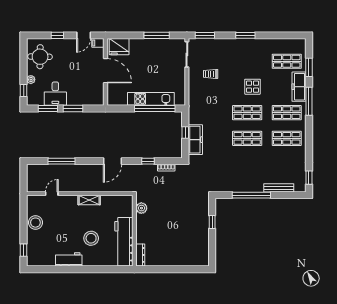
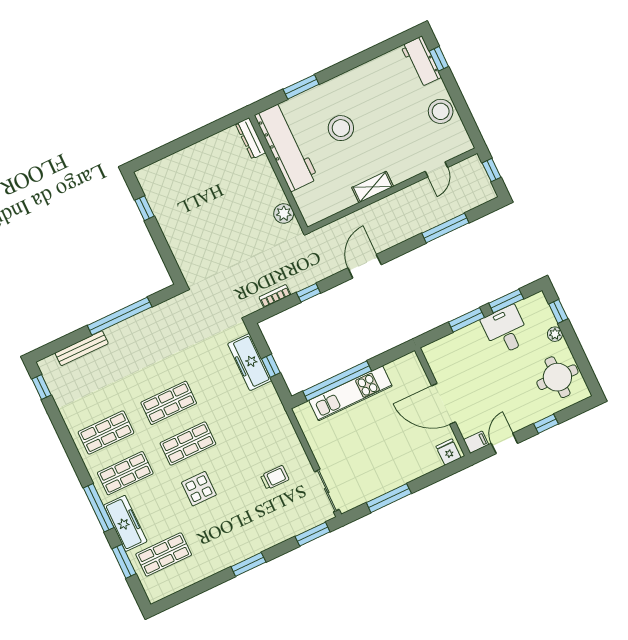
fridge: (119, 47) -> (448, 452), width x0.53, depth x0.75
window: (24, 180) -> (491, 170), added
window: (212, 222) -> (144, 208), moved
workbench: (69, 259) -> (421, 62), moved, turned 90
window: (102, 269) -> (301, 87), added

